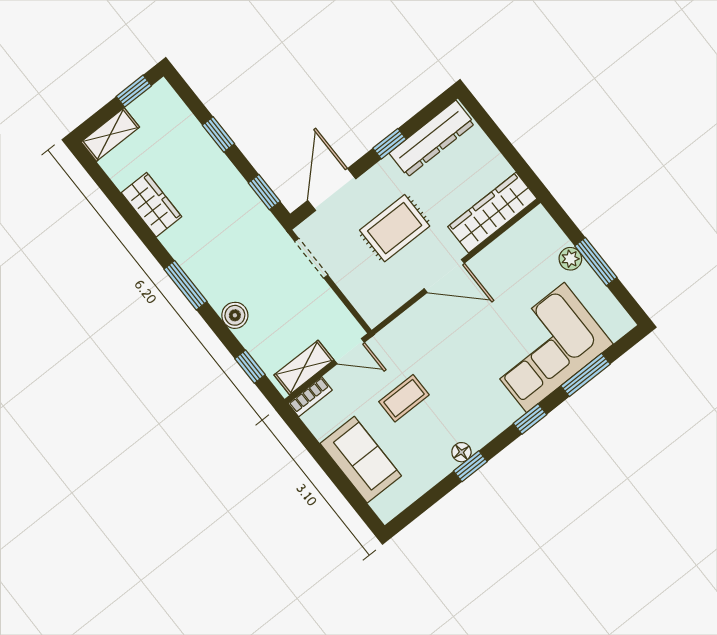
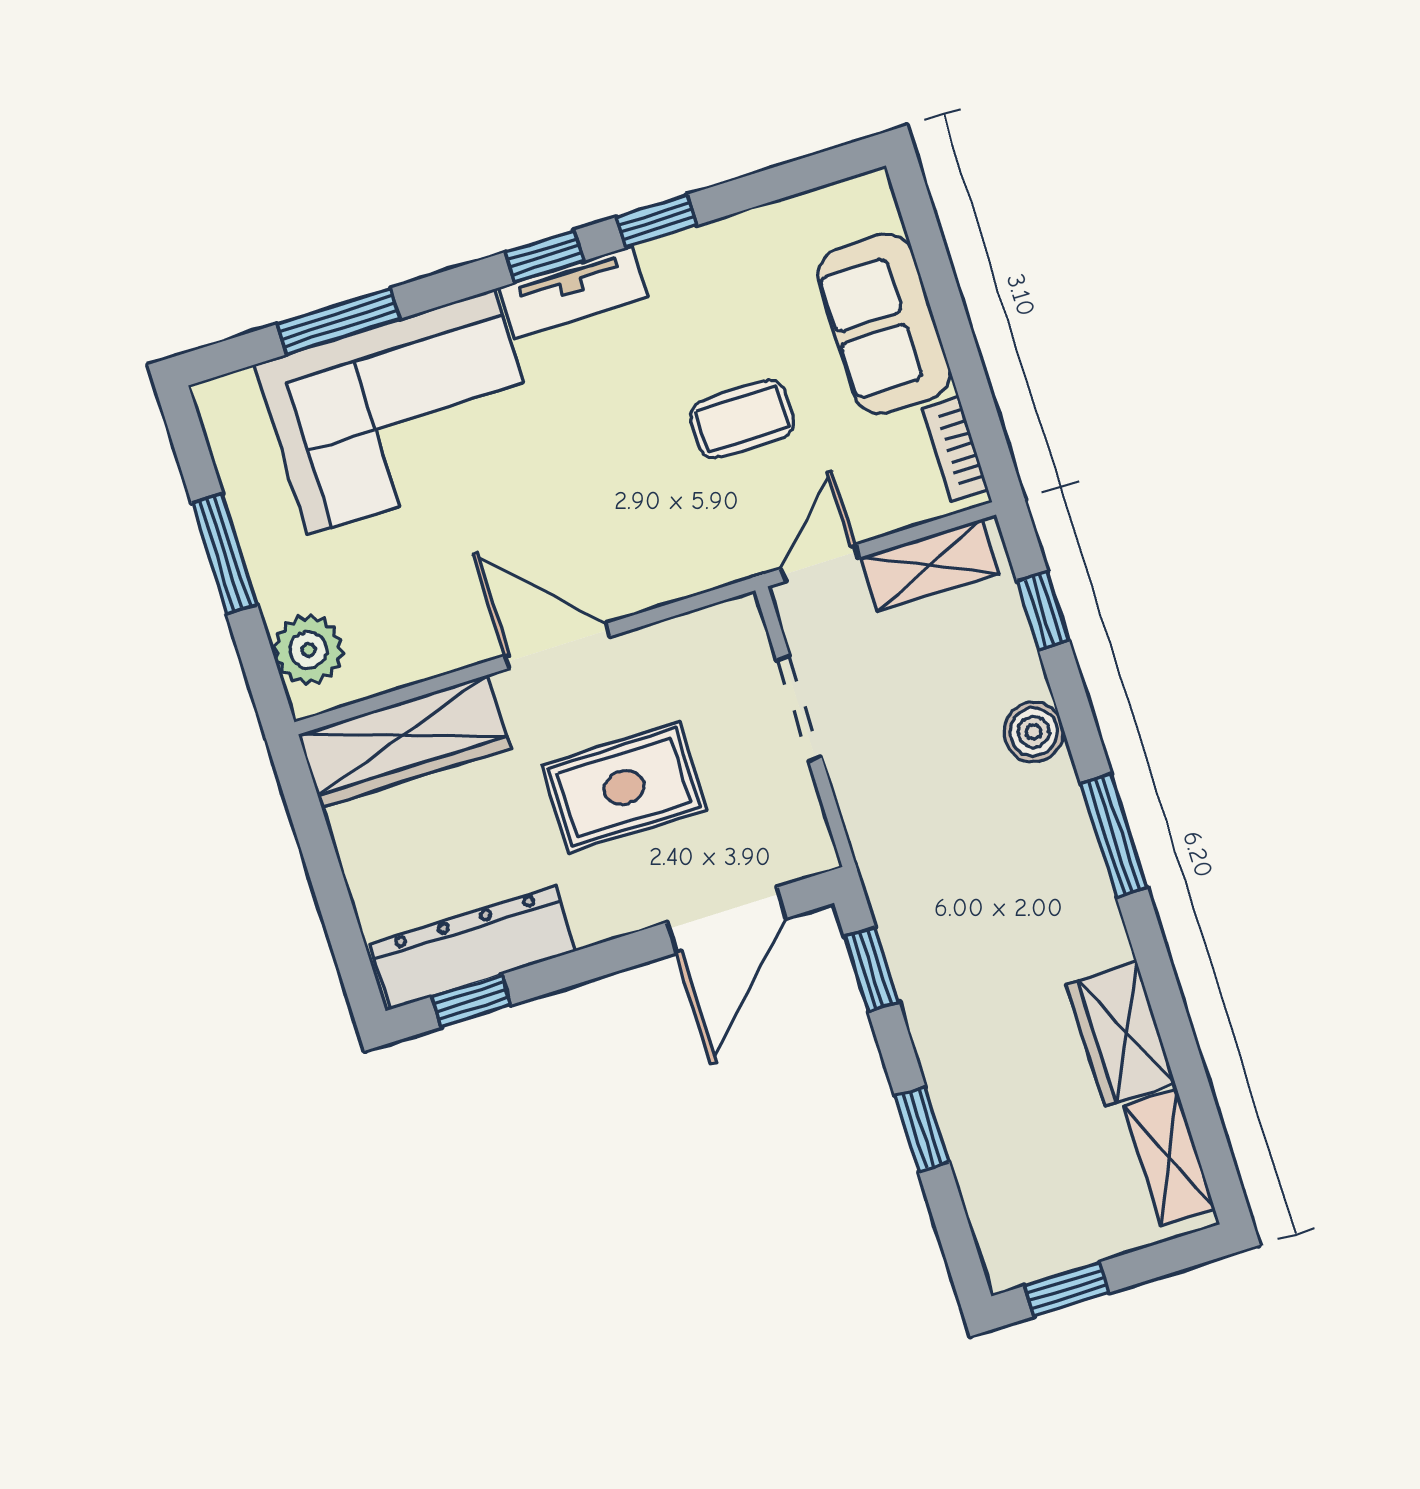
shelving: (110, 135) -> (1169, 1157), moved, turned 90
window: (390, 144) -> (471, 1001), moved
doorway: (311, 258) -> (799, 708), moved
plant: (570, 259) -> (308, 650), moved, width x1.38, depth x1.38
door: (349, 351) -> (820, 563), hinge flipped
bookcase: (310, 397) -> (955, 449), moved, turned -90
window: (530, 419) -> (545, 256), moved
tv unit: (494, 424) -> (573, 292), added
floor lamp: (461, 452) -> (664, 258), removed

